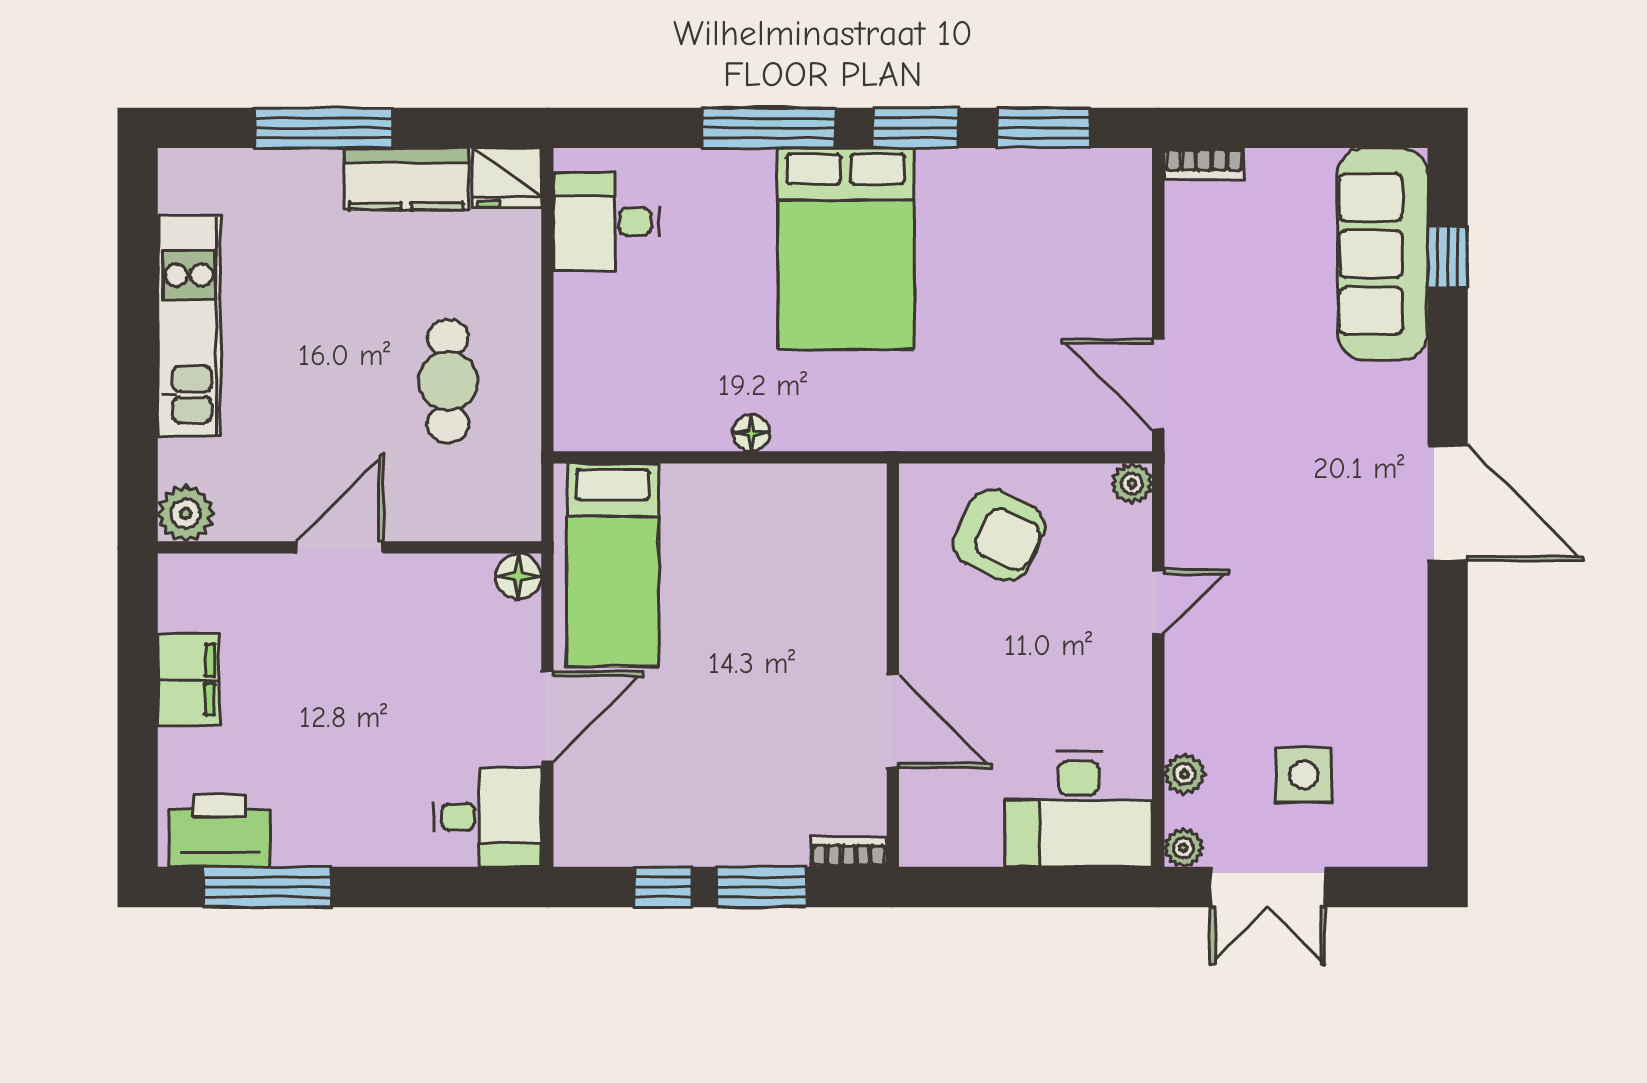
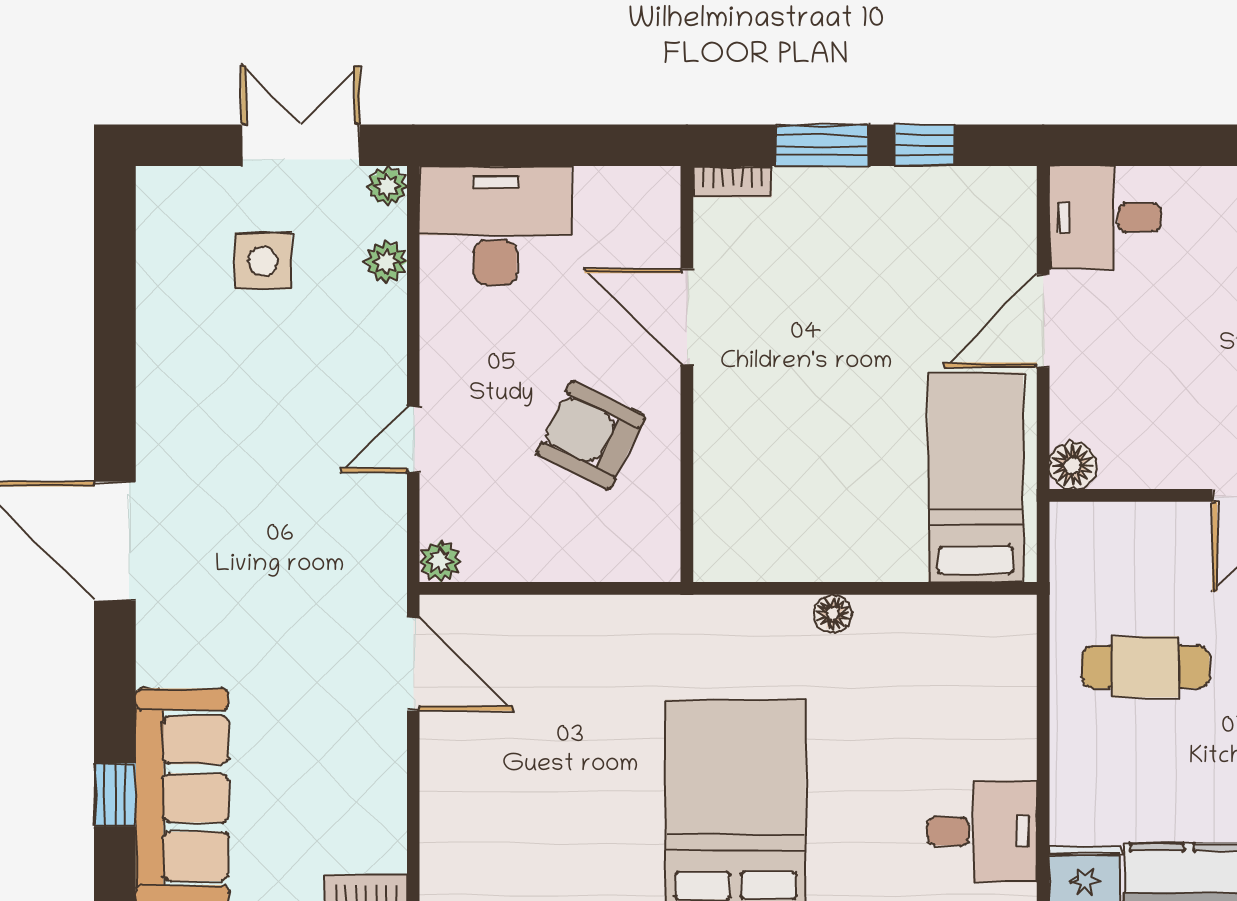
cafe table: (448, 381) -> (1145, 667), turned 90
armchair: (999, 535) -> (591, 435), moved

